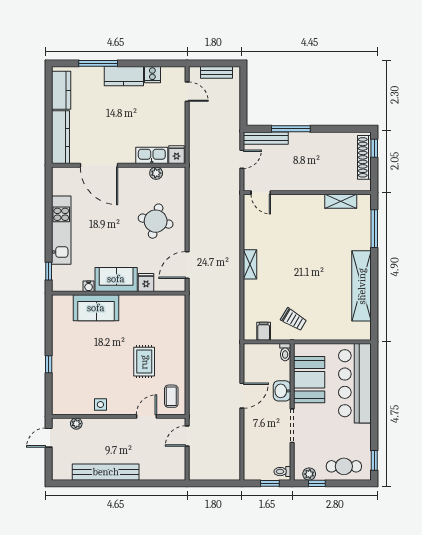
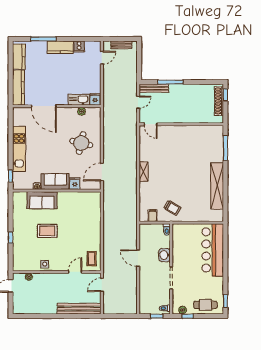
door: (187, 92) -> (102, 58), hinge flipped
shelving: (341, 201) -> (203, 130), removed
rug: (144, 362) -> (47, 231), moved, turned 90
booth: (309, 380) -> (183, 248), removed
door: (242, 396) -> (138, 258), swing flipped
bench: (106, 472) -> (79, 309), moved

